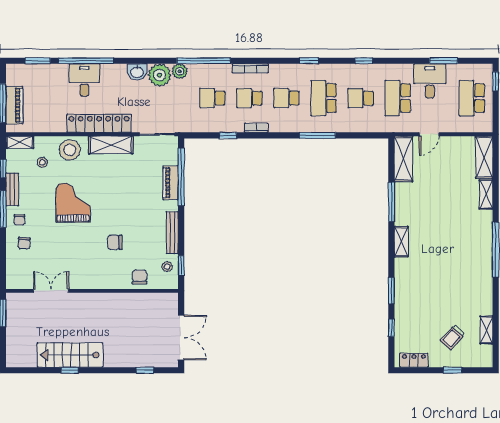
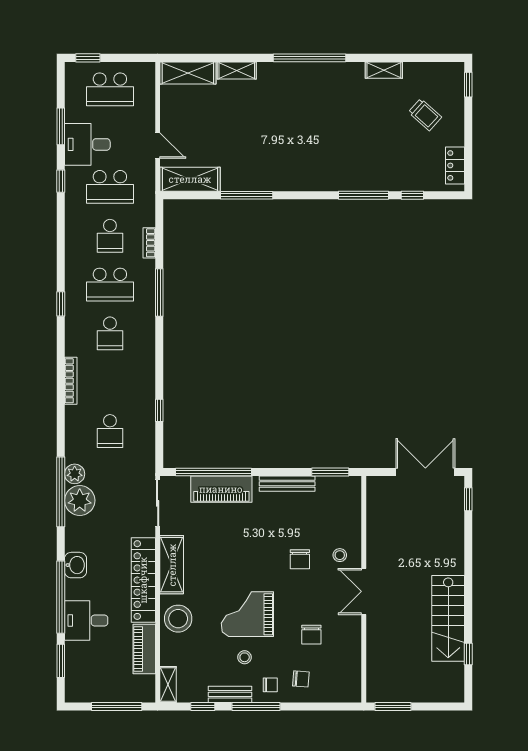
window: (204, 61) -> (61, 492), moved
window: (364, 61) -> (61, 181), moved
washbasin: (137, 72) -> (76, 565), moved
desk: (84, 80) -> (86, 620), moved
school desk: (249, 98) -> (110, 382), removed
piano: (14, 105) -> (144, 649), moved, turned -90
bookcase: (256, 128) -> (149, 243), moved
stool: (42, 162) -> (245, 657), moved
piano: (171, 183) -> (221, 489), width x1.37, depth x1.33
shelving: (401, 242) -> (299, 182), removed
window: (181, 265) -> (330, 472), width x1.50
stool: (167, 267) -> (340, 555), moved
chair: (139, 277) -> (311, 635), moved, turned -90
double door: (51, 291) -> (364, 591), moved
window: (391, 291) -> (363, 195), width x1.44
shelving: (486, 330) -> (384, 70), moved
window: (70, 370) -> (468, 654), moved
window: (145, 370) -> (468, 499), moved
window: (453, 370) -> (468, 85), moved

